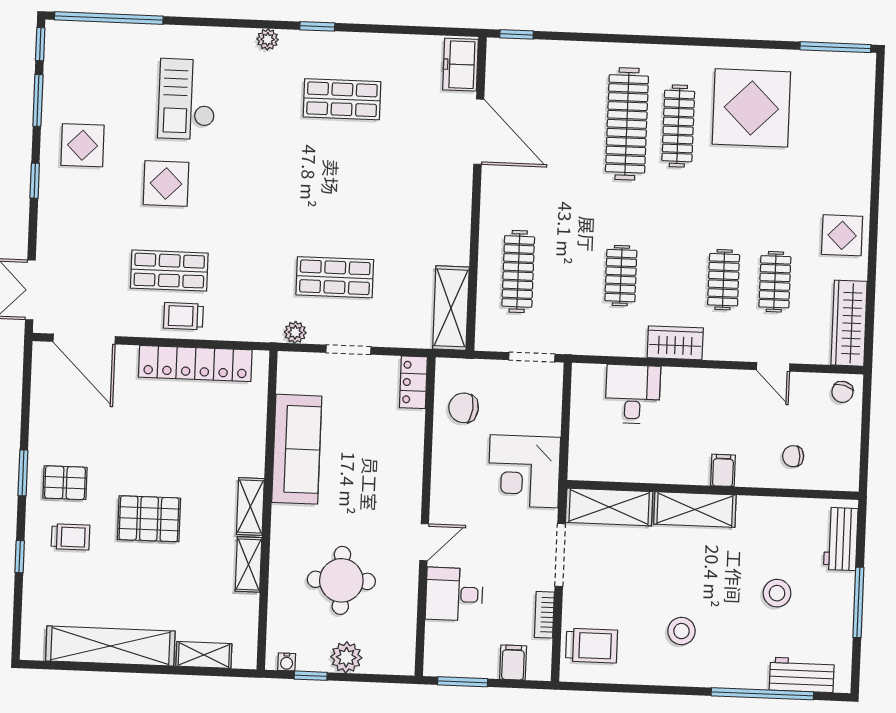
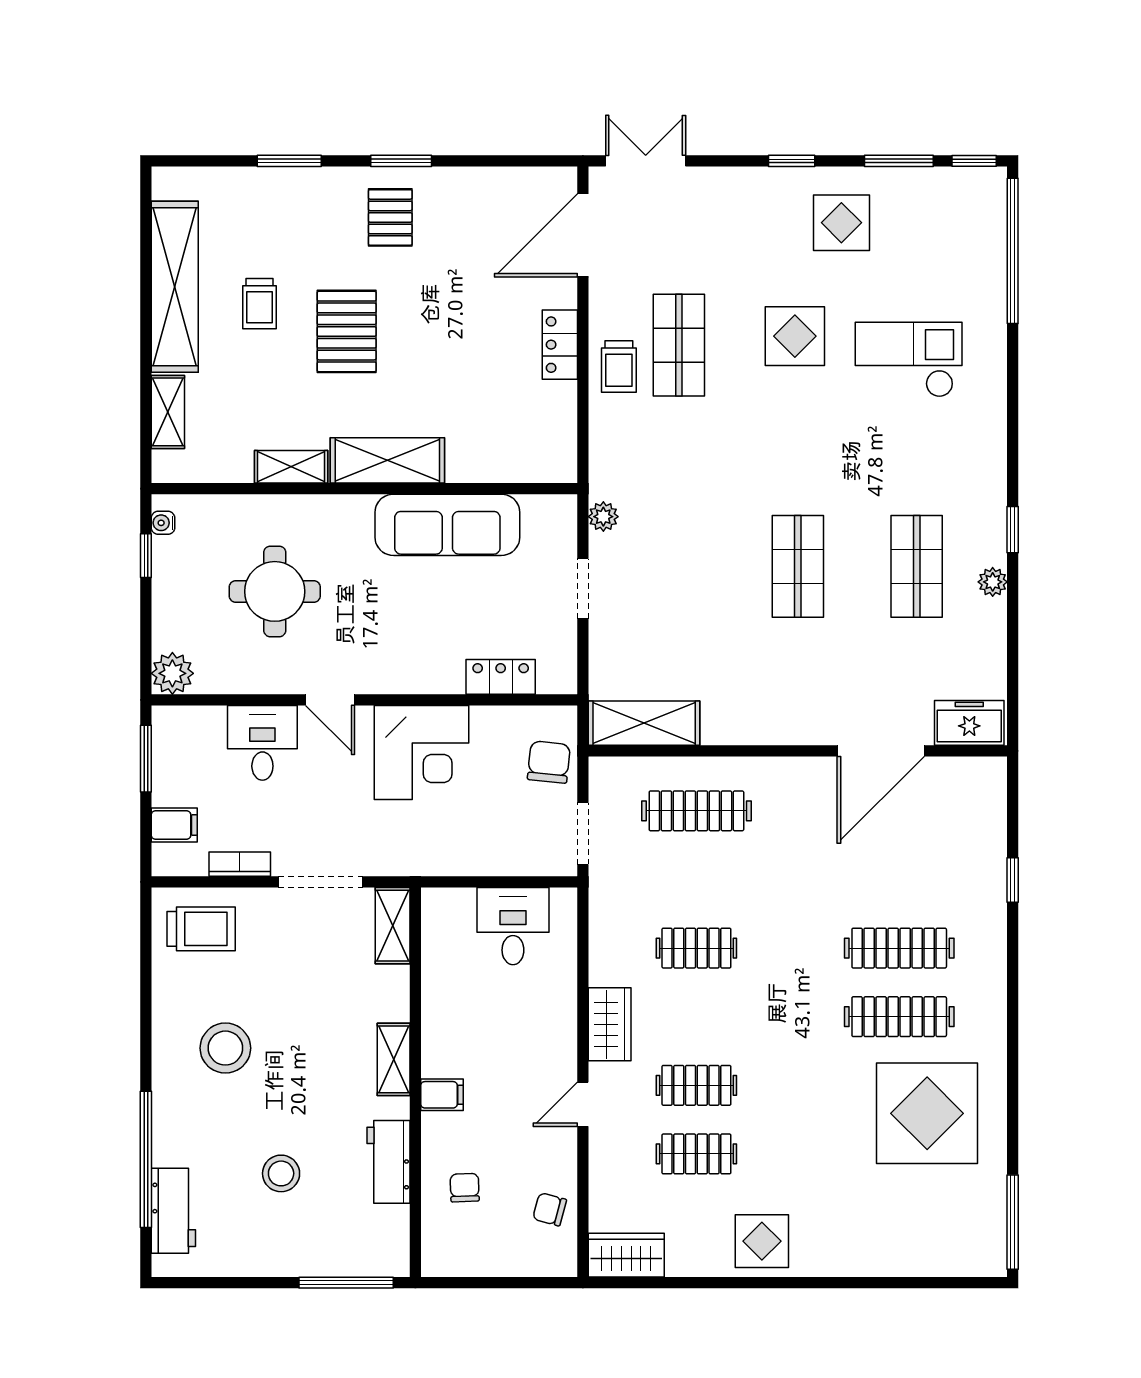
window: (517, 34) -> (1013, 880), moved
plant: (268, 39) -> (993, 582), moved
clothes rail: (627, 124) -> (899, 948), width x0.73, depth x0.76
shop shelf: (335, 277) -> (798, 566), moved
trolley: (183, 316) -> (619, 367), turned 180
wardrobe: (849, 323) -> (626, 1255), width x0.67
locker: (195, 364) -> (560, 345), width x0.46, depth x0.83
door: (773, 367) -> (583, 1104), moved
locker: (413, 382) -> (501, 677), moved
chair: (842, 392) -> (550, 1209), moved
desk: (633, 394) -> (513, 926), moved, turned -90
chair: (464, 408) -> (549, 762), moved
corner desk: (524, 471) -> (422, 752), moved, turned 180
shelving: (250, 507) -> (387, 460), width x1.50, depth x1.33
shelving: (609, 507) -> (393, 926), width x0.67, depth x0.75
shelving: (695, 510) -> (394, 1059), width x0.67, depth x0.75
trolley: (70, 537) -> (260, 304), moved
workbench: (841, 539) -> (388, 1162), moved, turned -90
window: (20, 557) -> (289, 161), width x1.50
window: (858, 602) -> (346, 1283), moved
stool: (681, 631) -> (225, 1048), width x1.38, depth x1.38
trolley: (592, 646) -> (201, 929), turned -90
plant: (346, 657) -> (172, 673), moved

